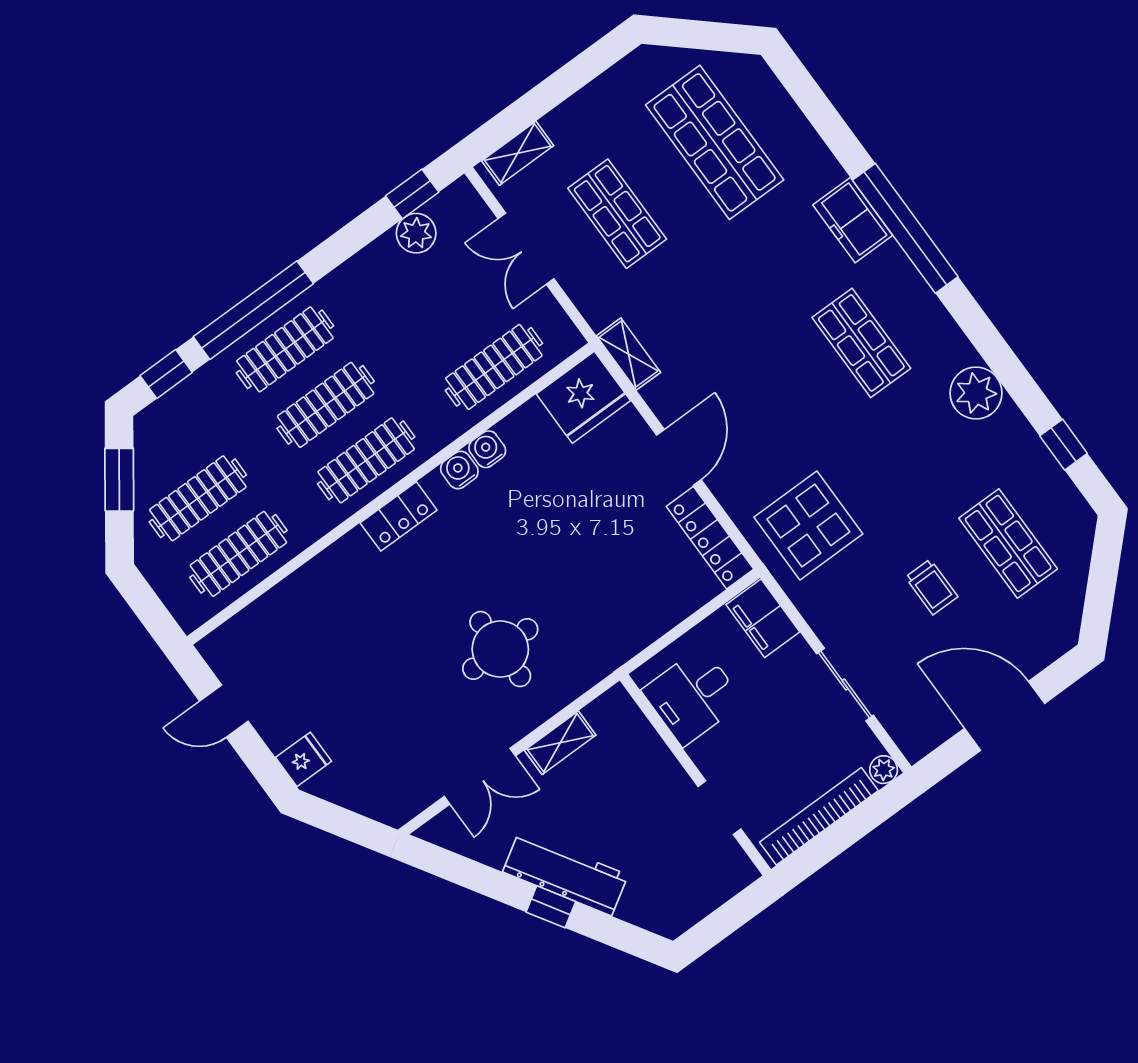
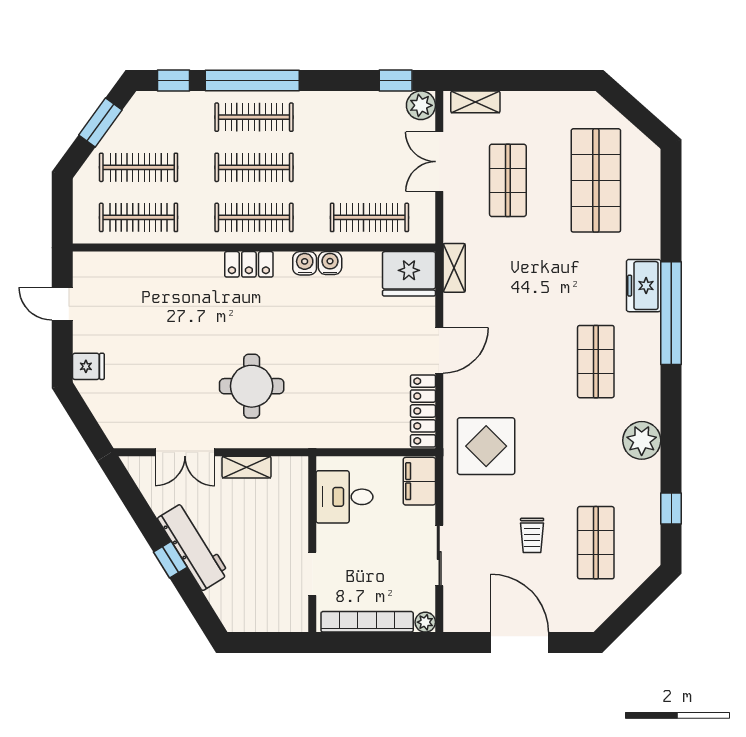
plant: (416, 233) -> (421, 105), moved

